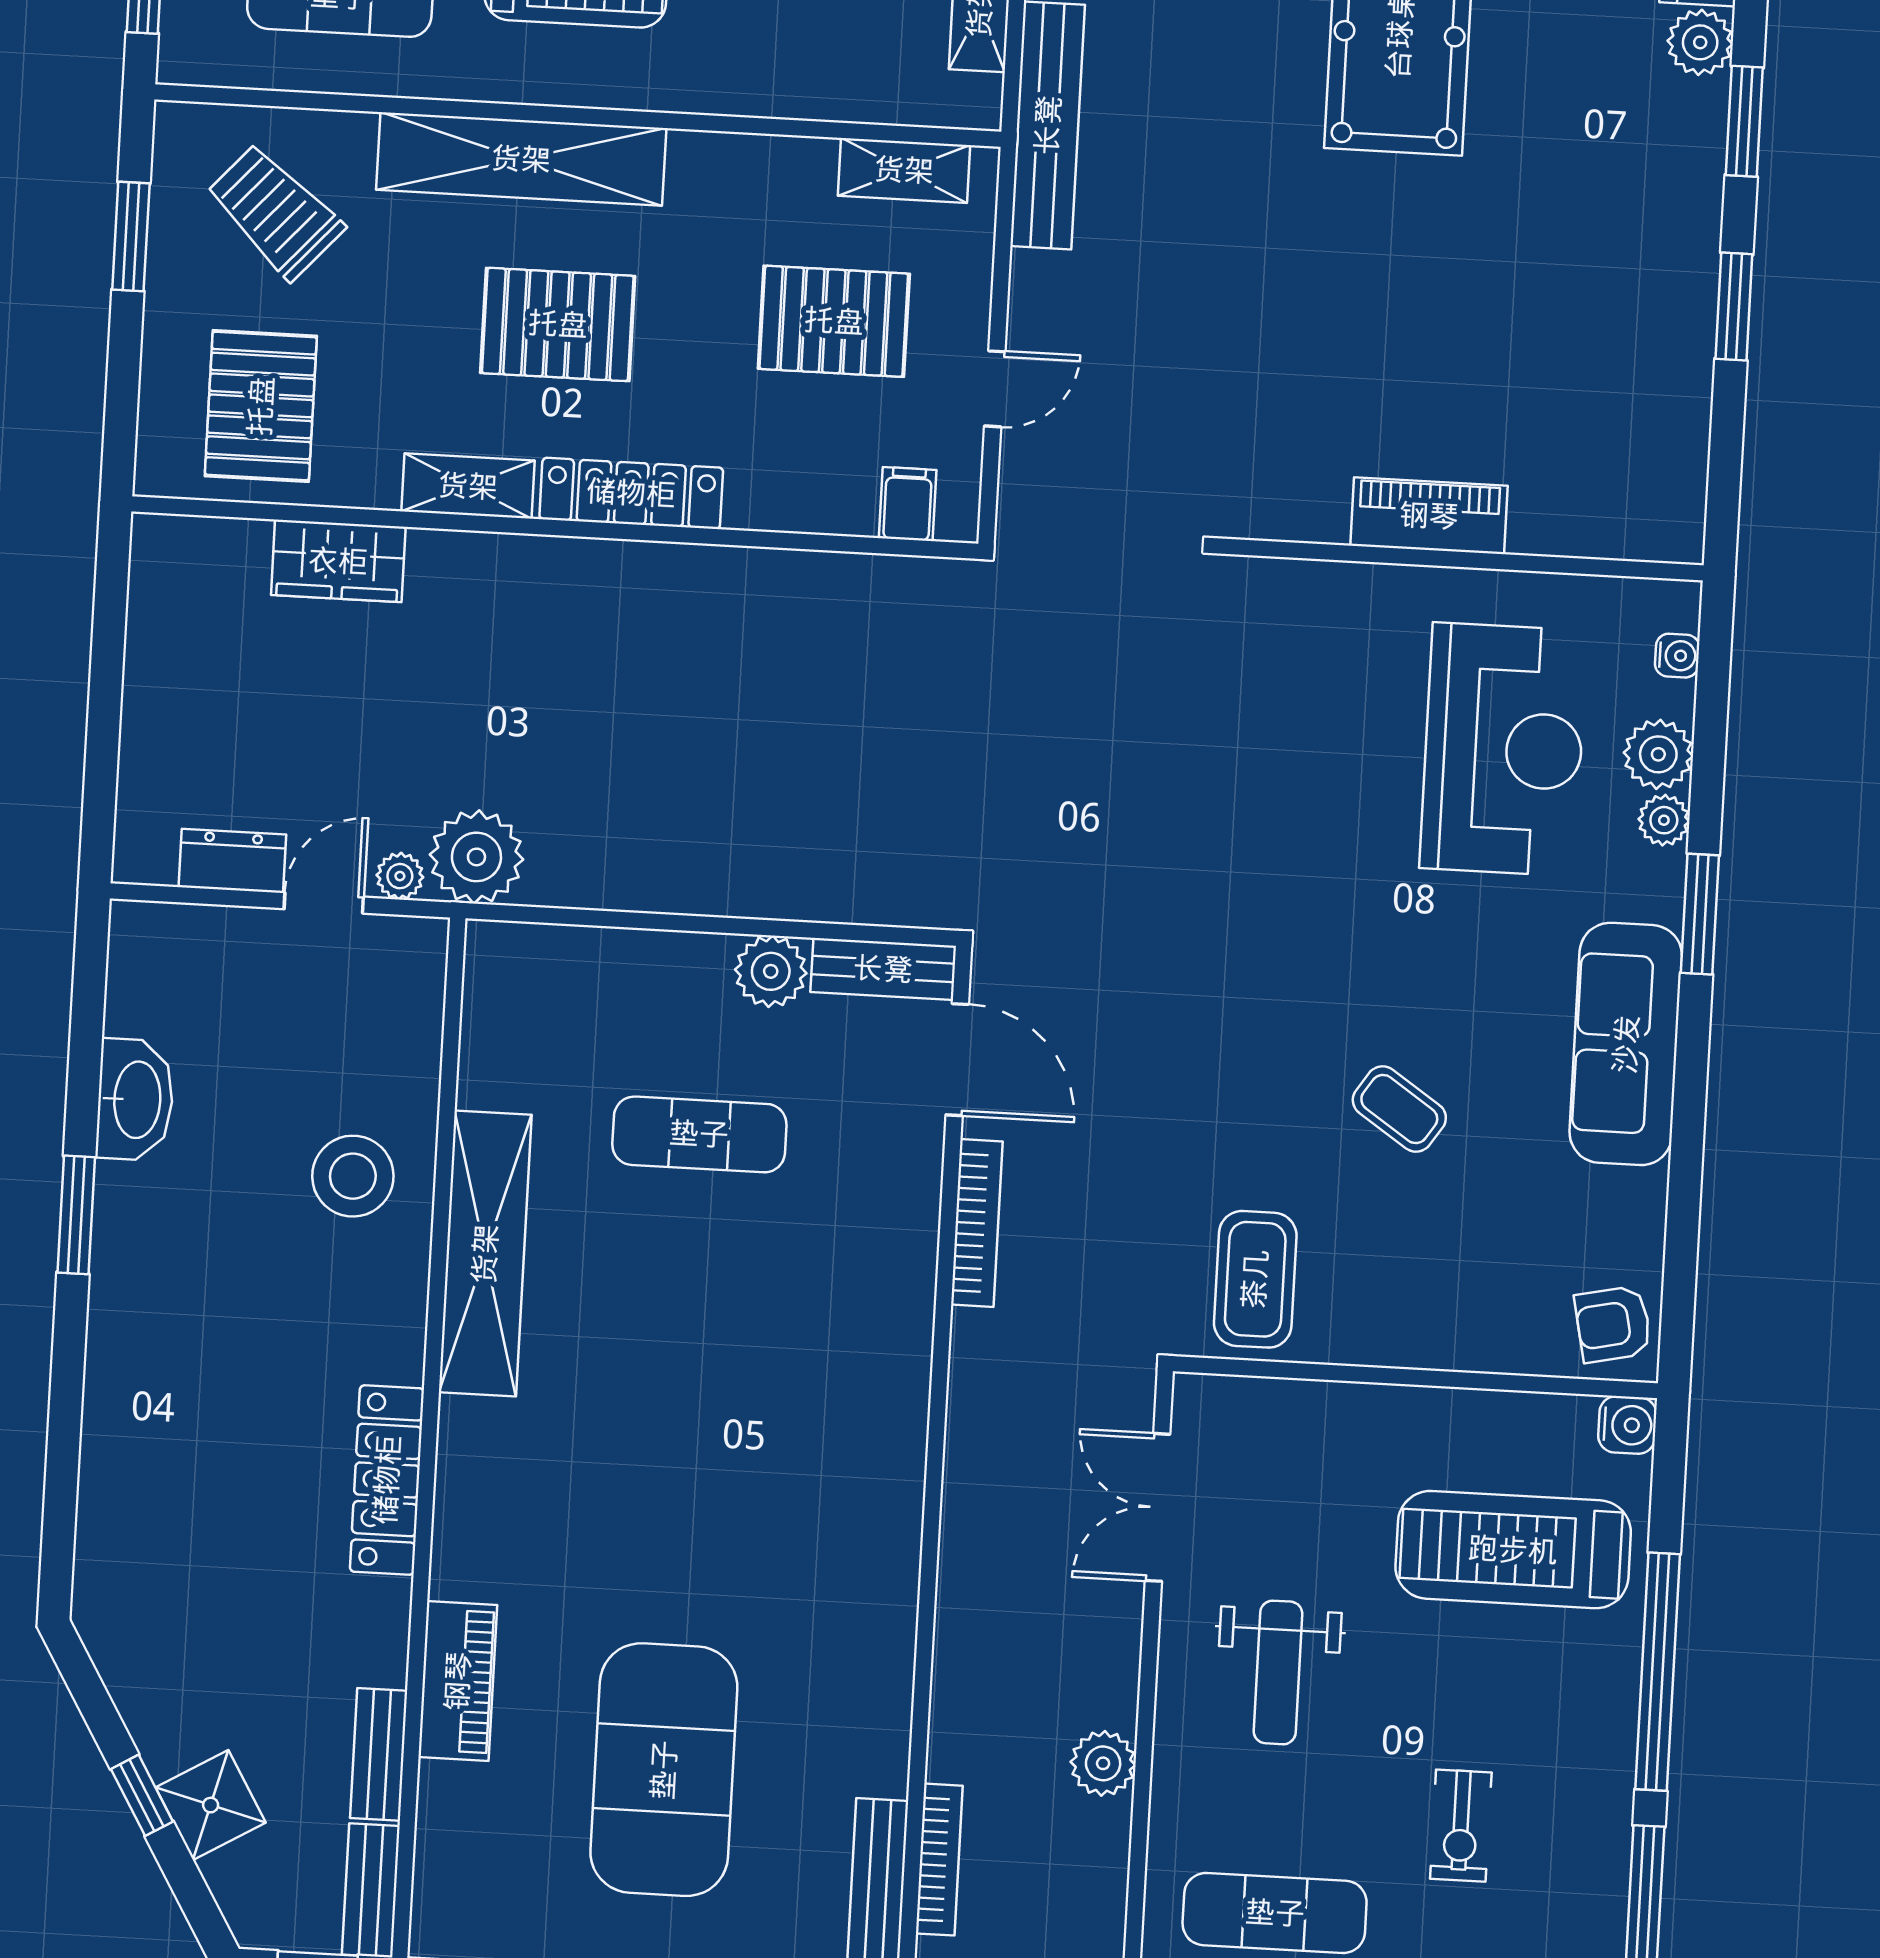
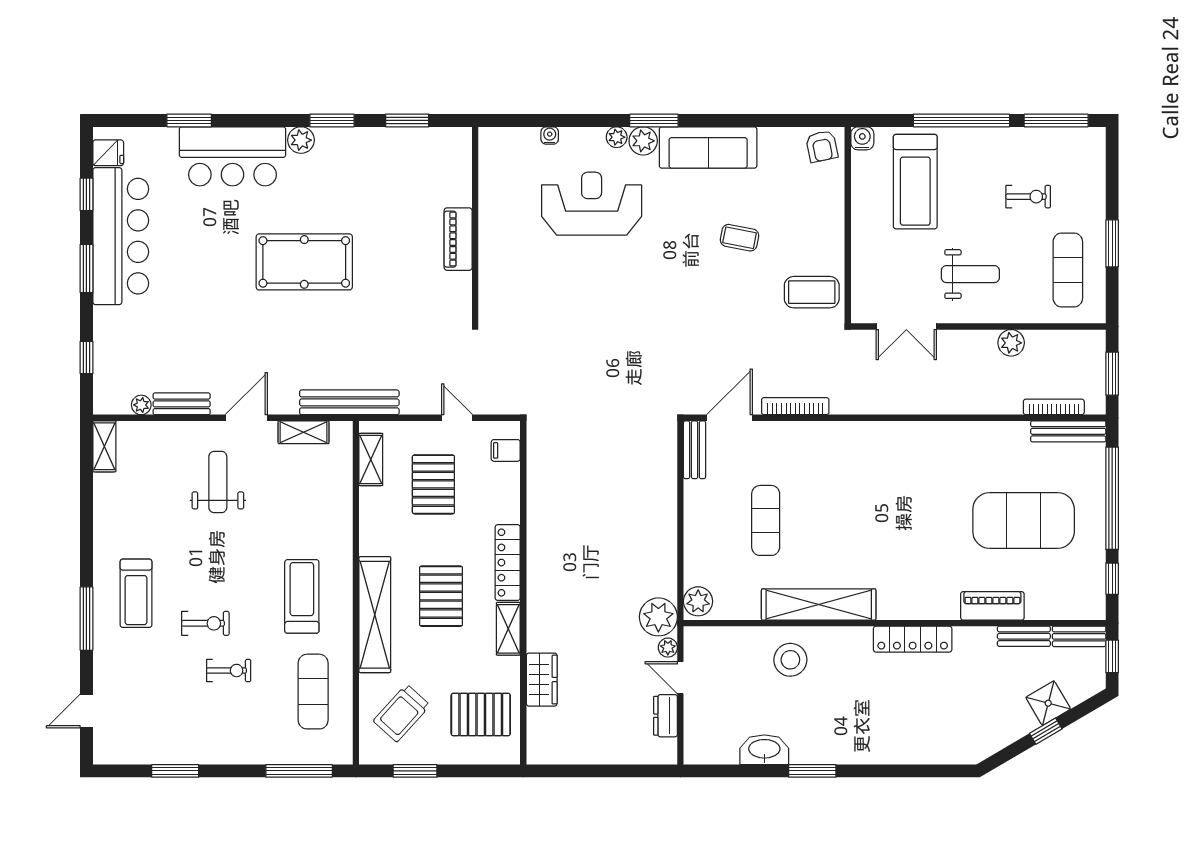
piano: (1429, 516) -> (458, 239), moved
wall: (1461, 559) -> (475, 225), moved
plant: (1658, 754) -> (643, 141), moved
plant: (771, 971) -> (698, 601), moved
coffee table: (1399, 1109) -> (740, 238), turned 67

